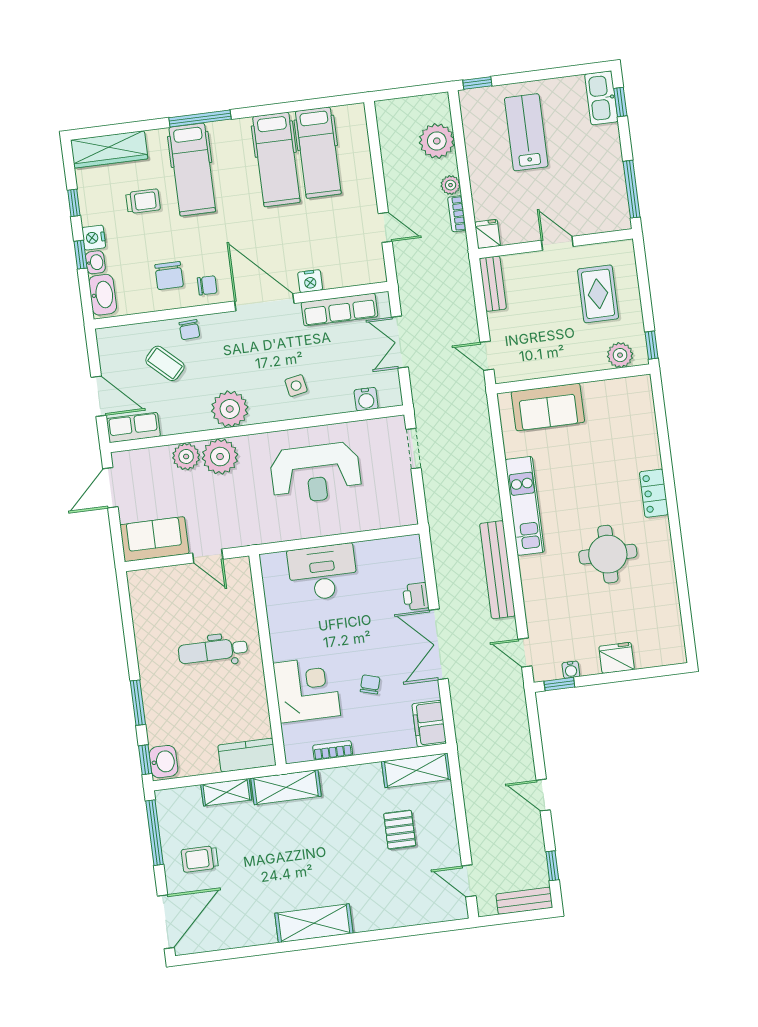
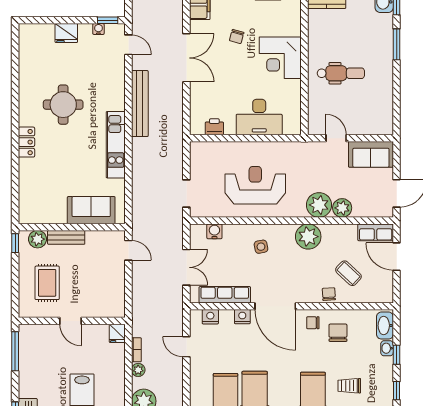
nightstand: (94, 238) -> (210, 317), moved, turned -90
bench: (493, 284) -> (66, 237), moved, turned 90
printer: (416, 596) -> (214, 127), moved, turned -90
corner desk: (307, 689) -> (280, 58), moved

